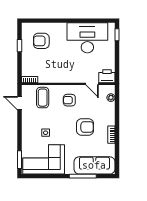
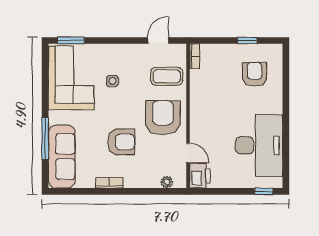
door: (92, 84) -> (188, 153), swing flipped
armchair: (69, 100) -> (163, 118), width x1.88, depth x1.88
armchair: (85, 127) -> (121, 142), turned -90

